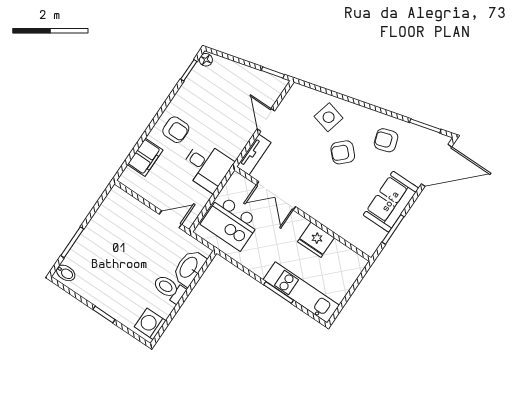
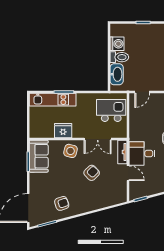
side table: (329, 117) -> (71, 151), moved
armchair: (343, 152) -> (92, 173), moved
desk: (207, 166) -> (142, 154), moved
double door: (276, 196) -> (98, 139), swing flipped
sofa: (391, 202) -> (39, 156), moved
washing machine: (150, 324) -> (117, 44), moved

